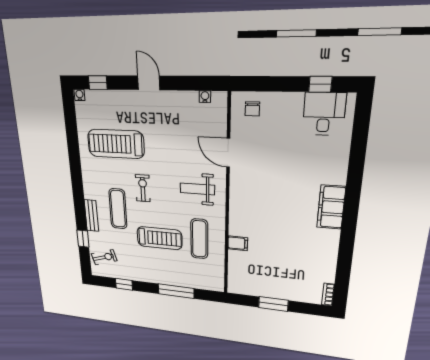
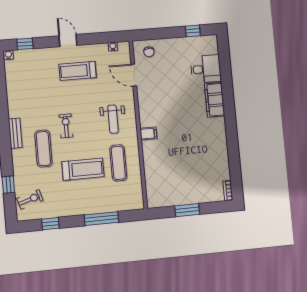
desk: (324, 114) -> (206, 69), moved, turned 90
treadmill: (116, 144) -> (78, 71), moved, width x0.73, depth x0.73
door: (228, 153) -> (134, 75), moved
weight bench: (197, 189) -> (113, 119), turned -90
filing cabinet: (331, 207) -> (215, 100), moved
bench: (91, 216) -> (15, 133), moved
filing cabinet: (238, 243) -> (148, 133), moved

